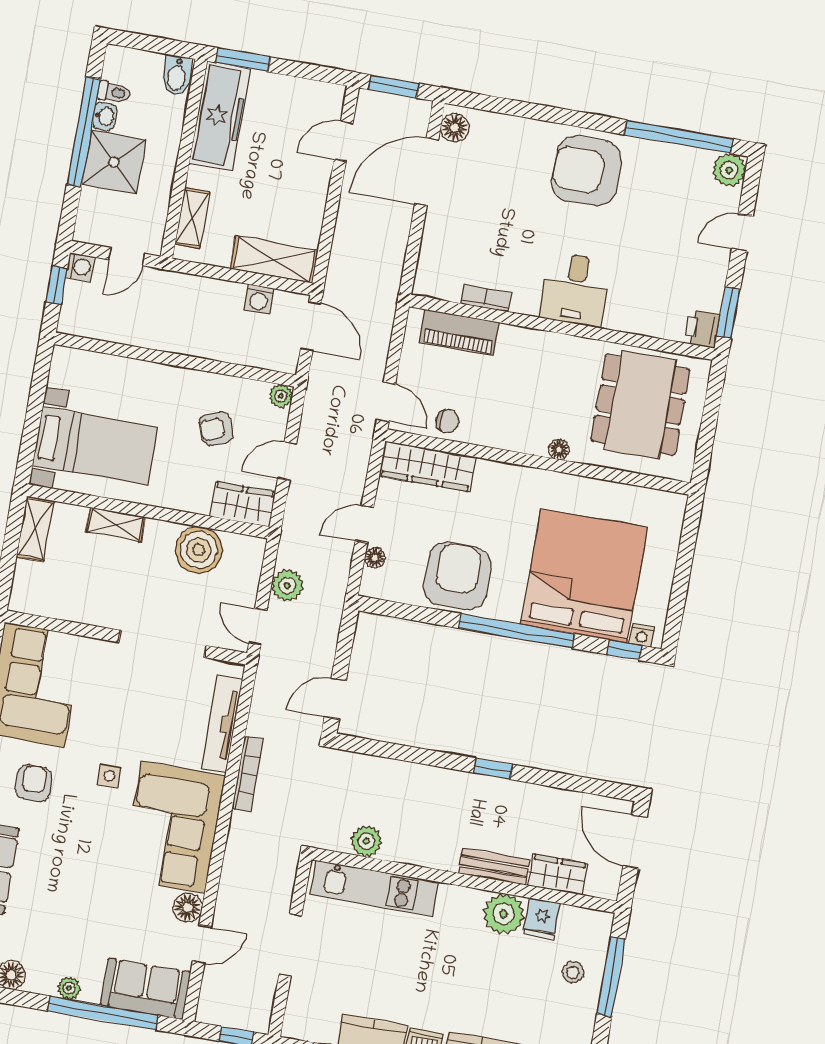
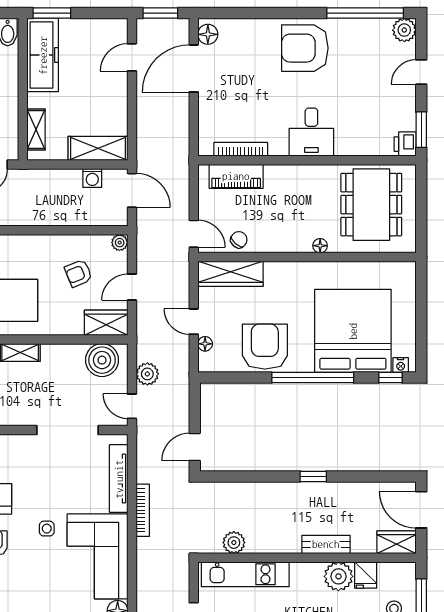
bookcase: (486, 298) -> (241, 149), width x1.56
chair: (448, 421) -> (239, 240), turned -49
door: (365, 524) -> (194, 322), hinge flipped
boiler: (199, 550) -> (102, 360), moved
wardrobe: (557, 875) -> (397, 542), moved

